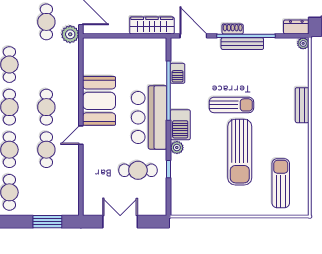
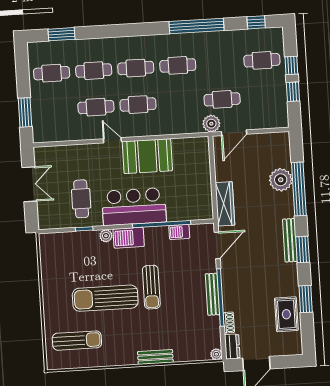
shoe rack: (233, 29) -> (229, 323), moved

